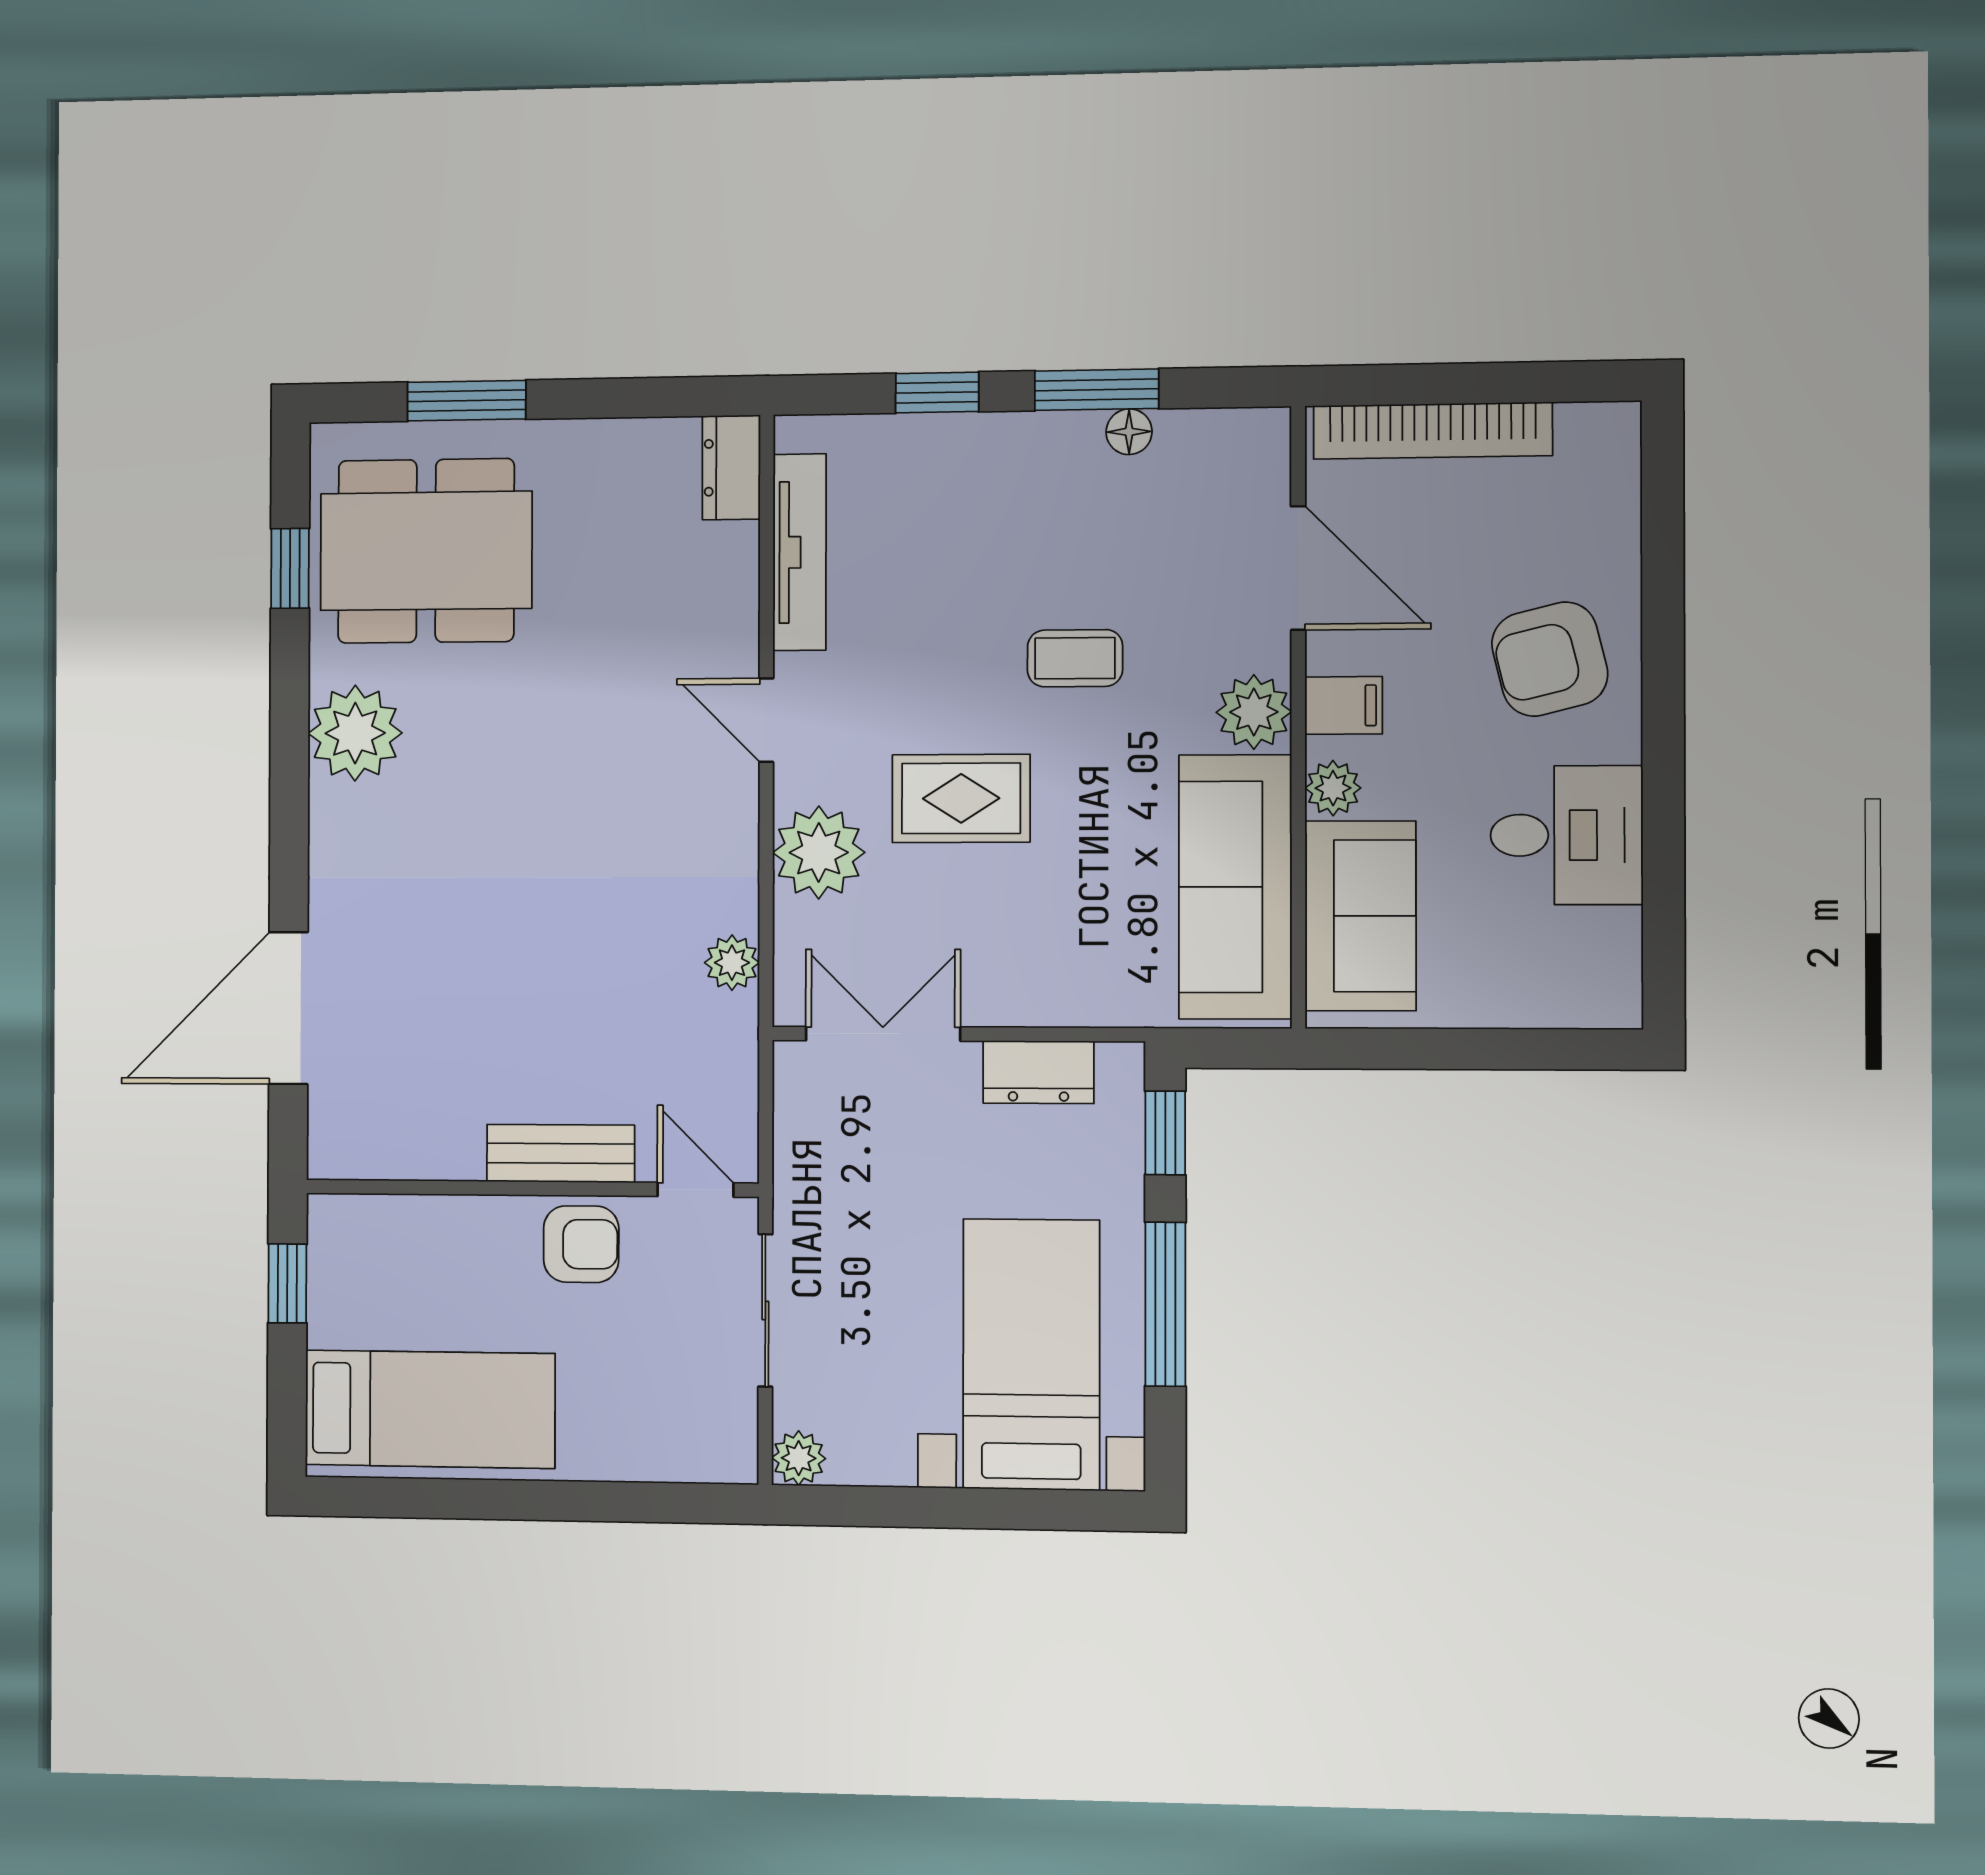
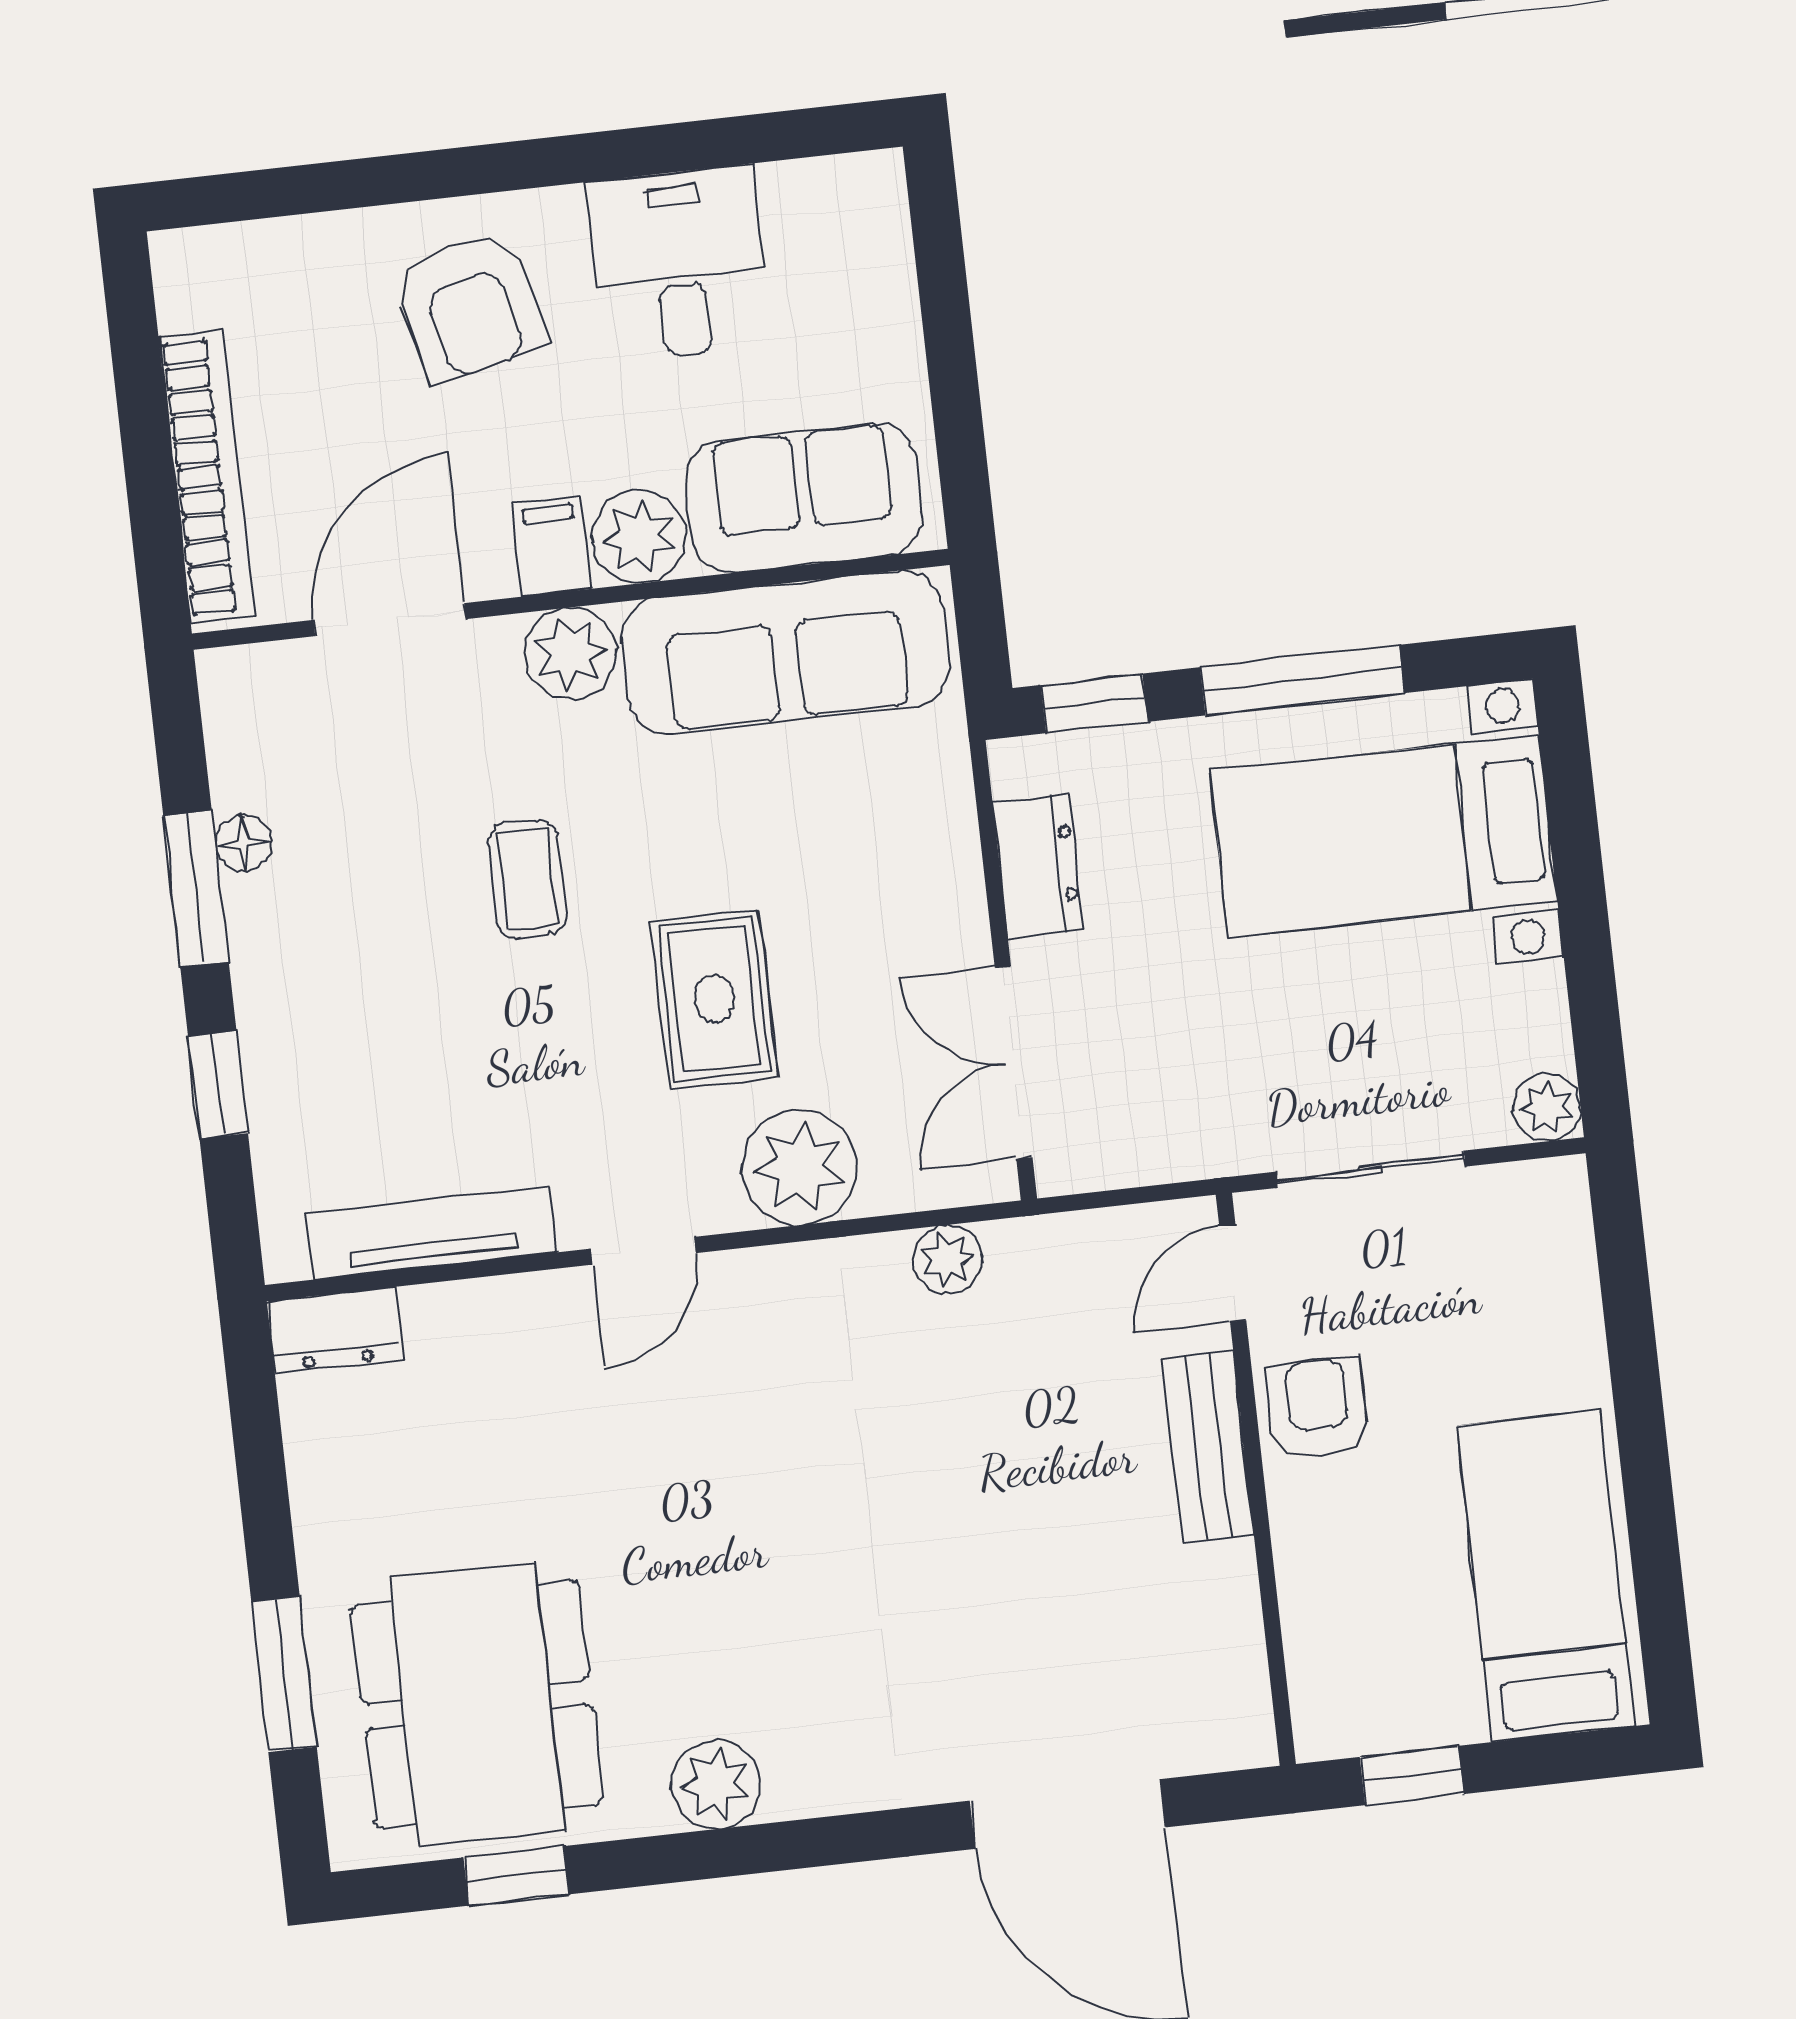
plant: (355, 733) -> (716, 1784), width x0.73, depth x0.73
plant: (1333, 788) -> (639, 537), width x1.38, depth x1.38

